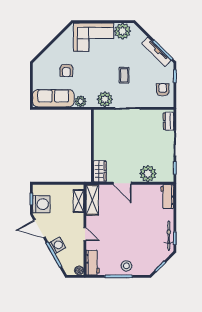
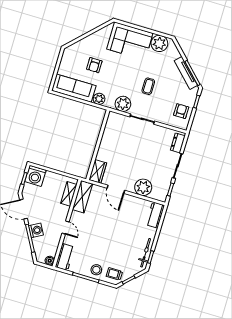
washing machine: (41, 204) -> (35, 176), moved, turned 90
trolley: (145, 265) -> (114, 274), added

